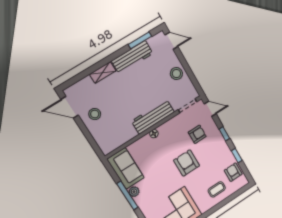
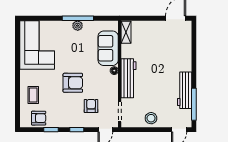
window: (140, 40) -> (194, 104), width x1.44
shelving: (103, 73) -> (126, 32), moved
stool: (95, 114) -> (159, 34), removed
armchair: (197, 134) -> (91, 106), turned 180
sofa: (126, 168) -> (108, 48), moved, turned 90

